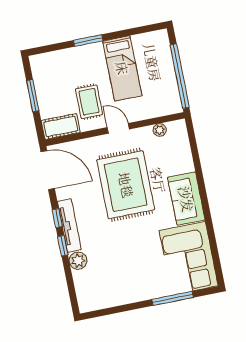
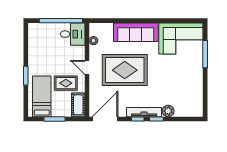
bed: (122, 68) -> (42, 96), moved, turned -90
desk: (163, 97) -> (73, 34), added
door: (118, 128) -> (87, 67), hinge flipped
sofa: (186, 199) -> (136, 32), width x1.36

